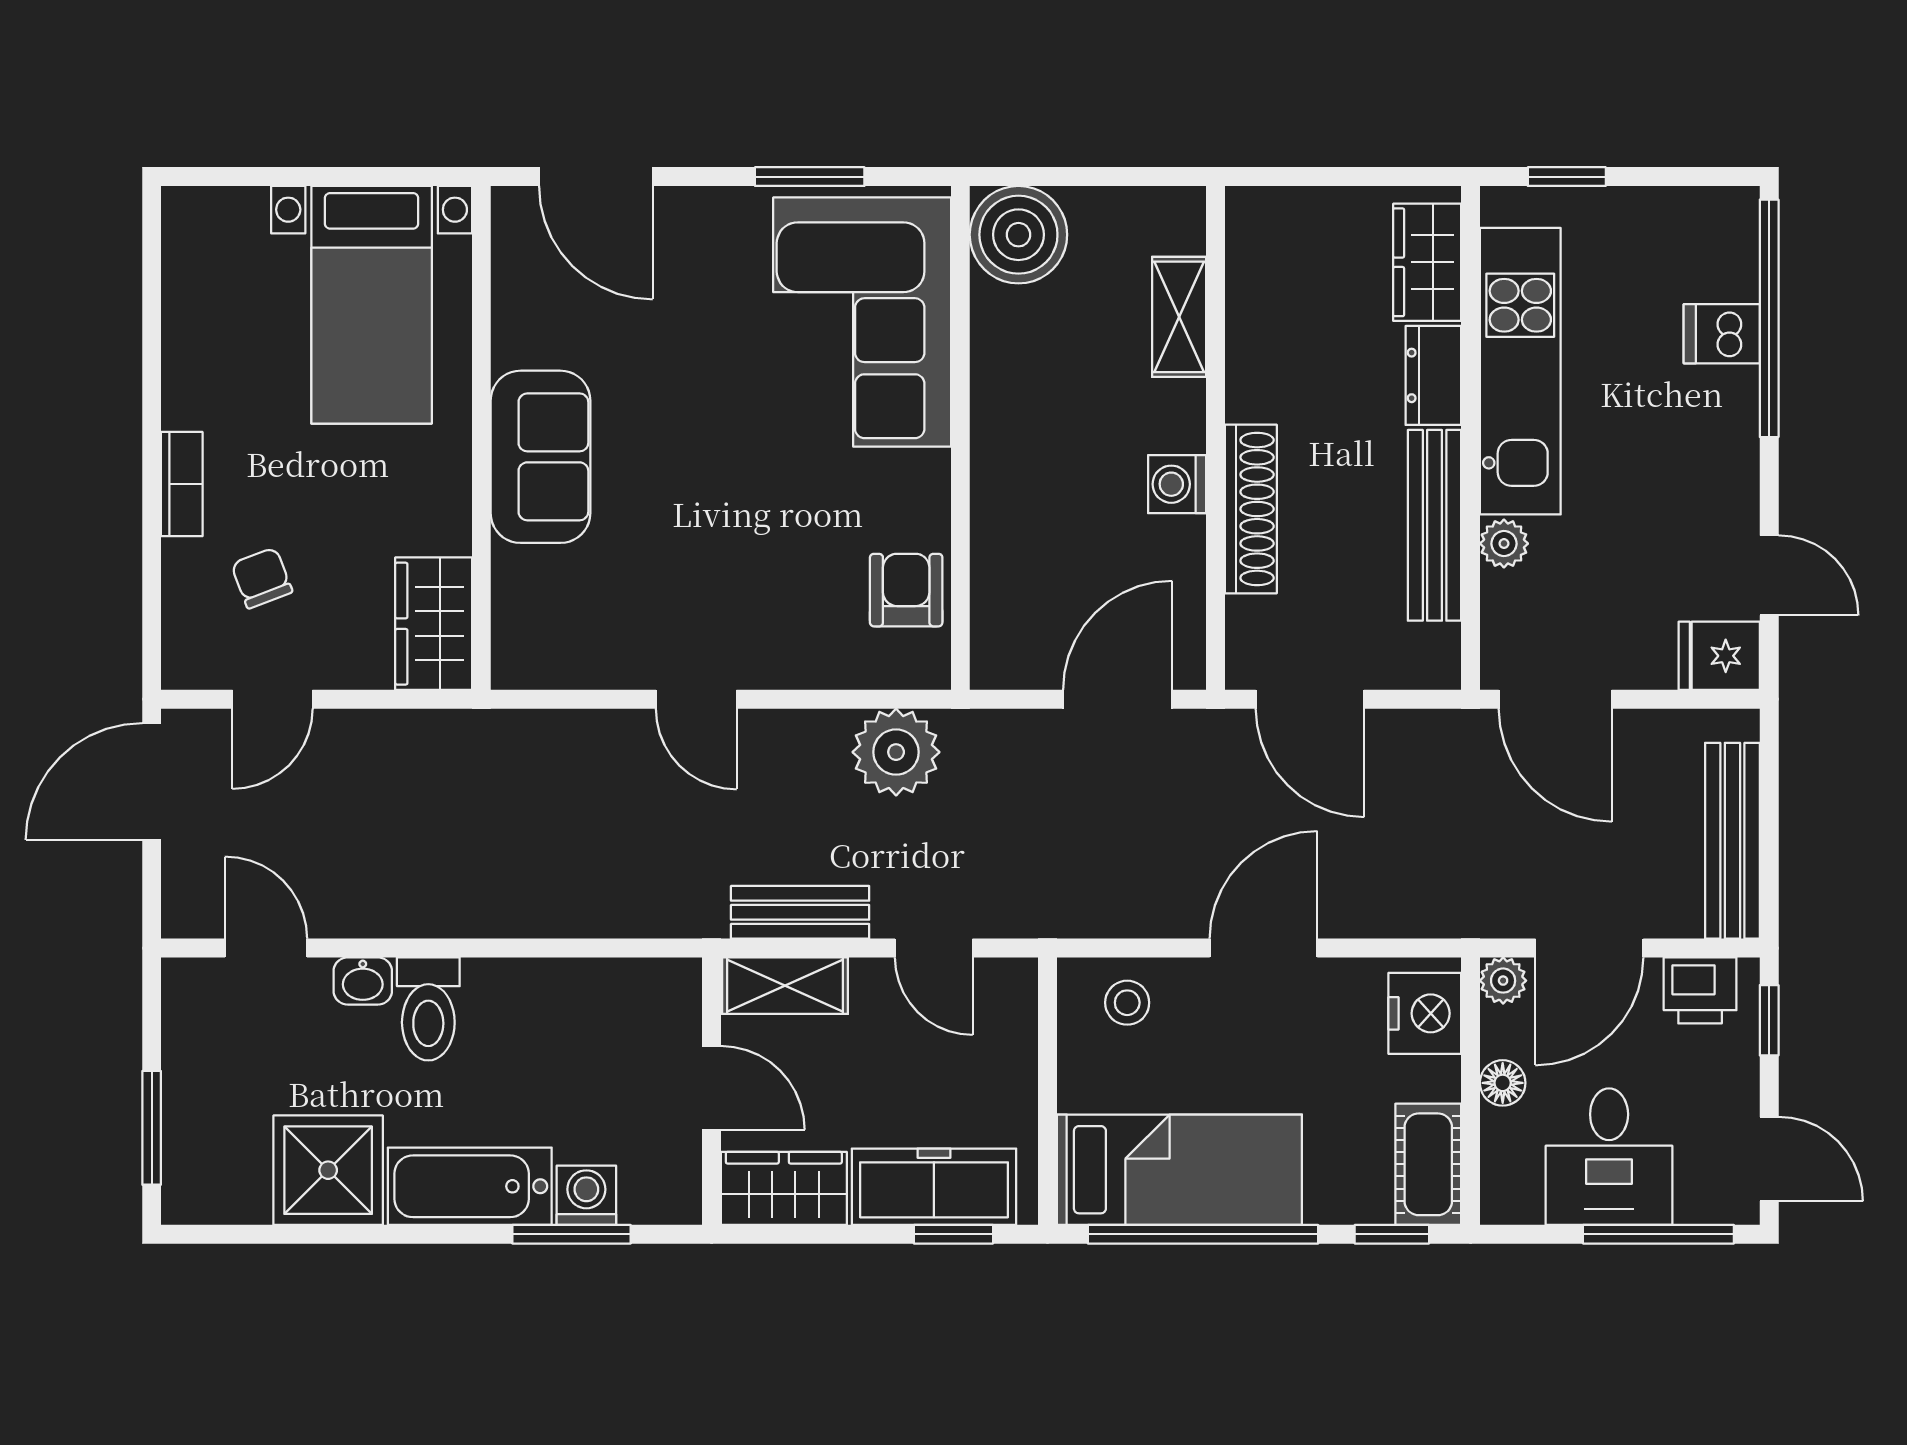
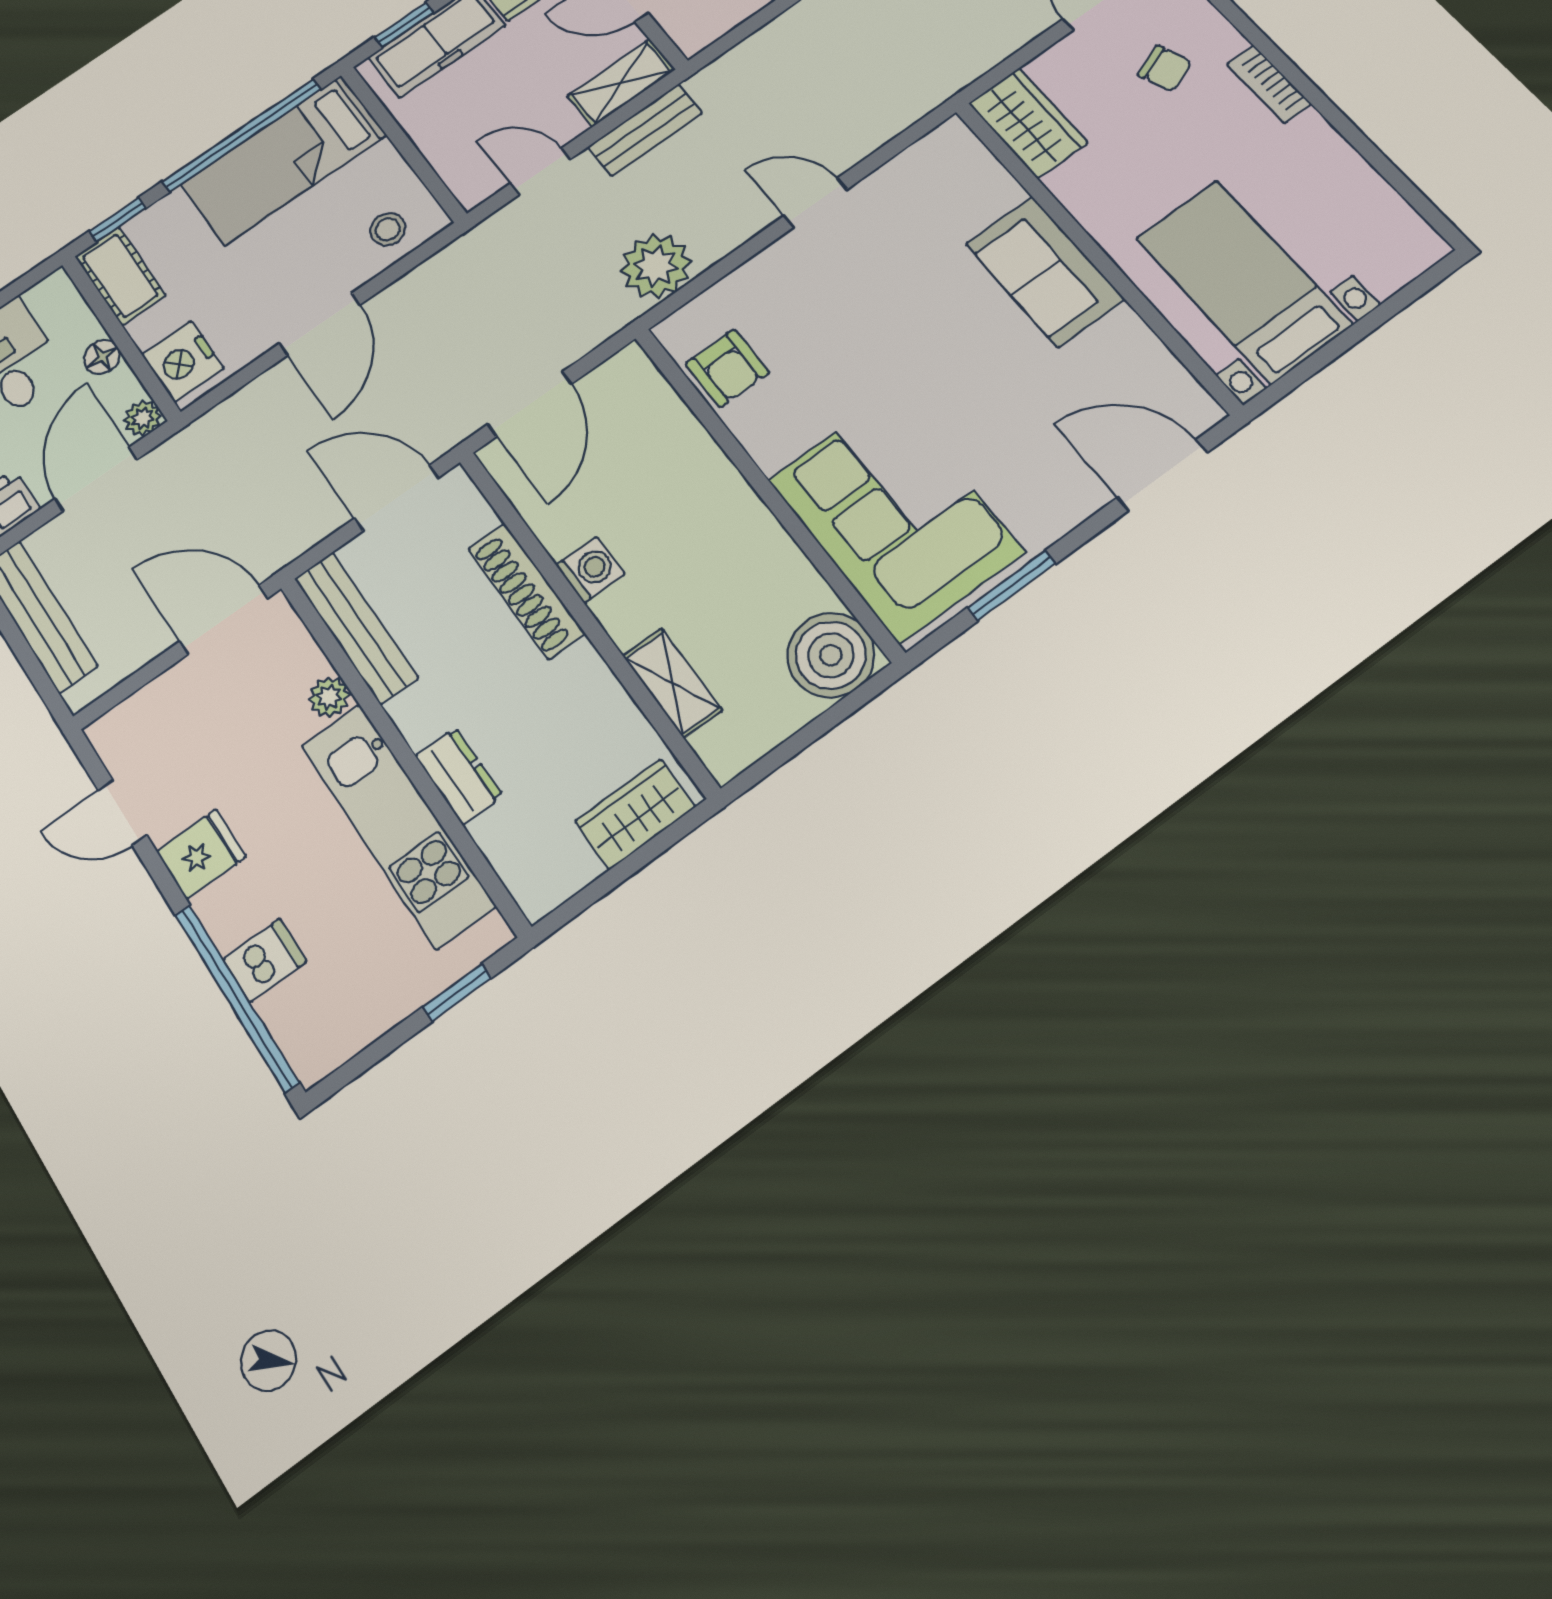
wardrobe: (1427, 262) -> (635, 814), moved, turned -90
bench: (1435, 525) -> (356, 628), moved
fridge: (1719, 656) -> (201, 854), moved

